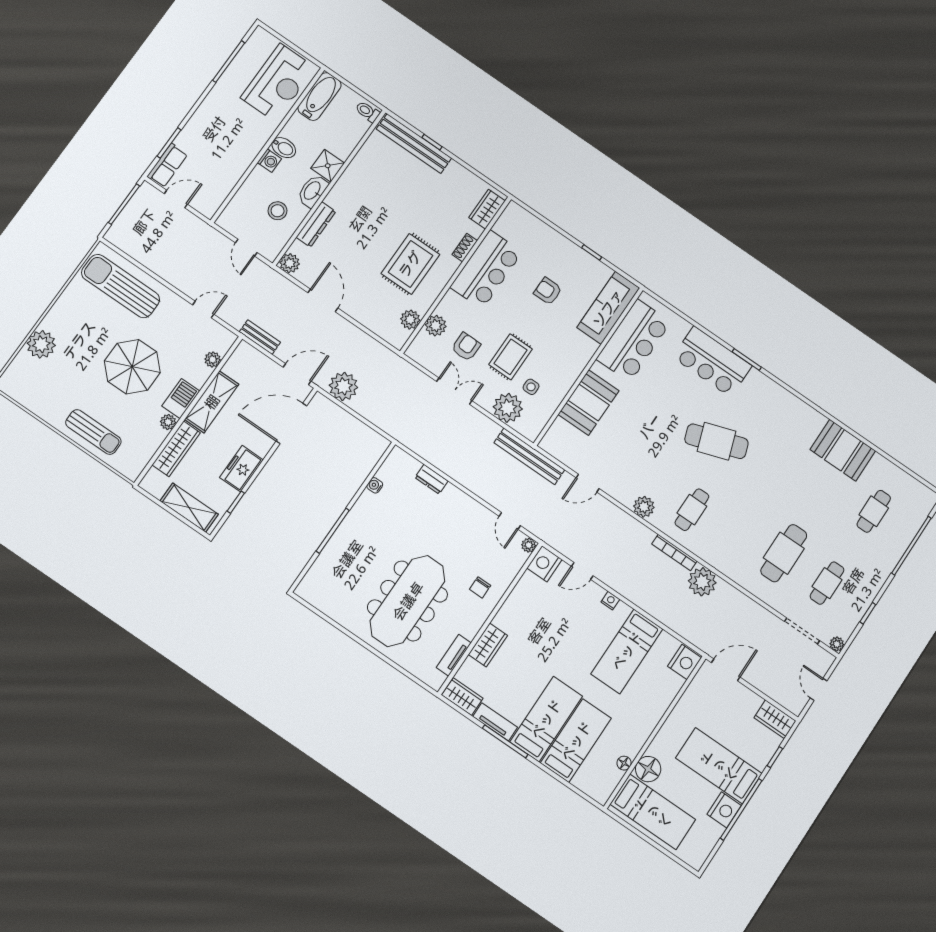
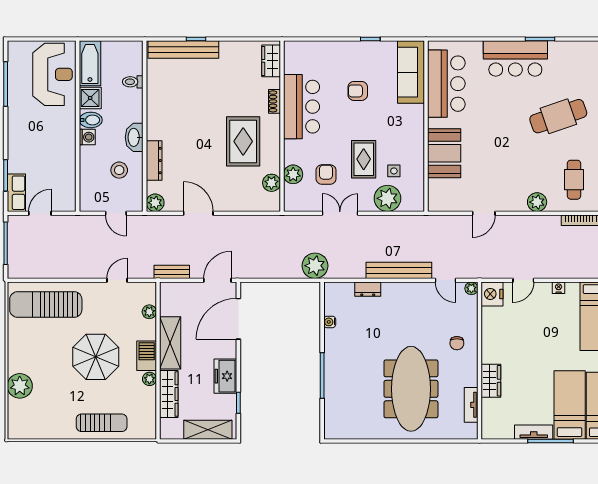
toilet: (367, 112) -> (133, 82), moved
shower: (328, 166) -> (90, 98), moved
plant: (343, 386) -> (315, 266), moved
bench: (529, 456) -> (399, 270), moved
wardrobe: (462, 697) -> (498, 430), removed

